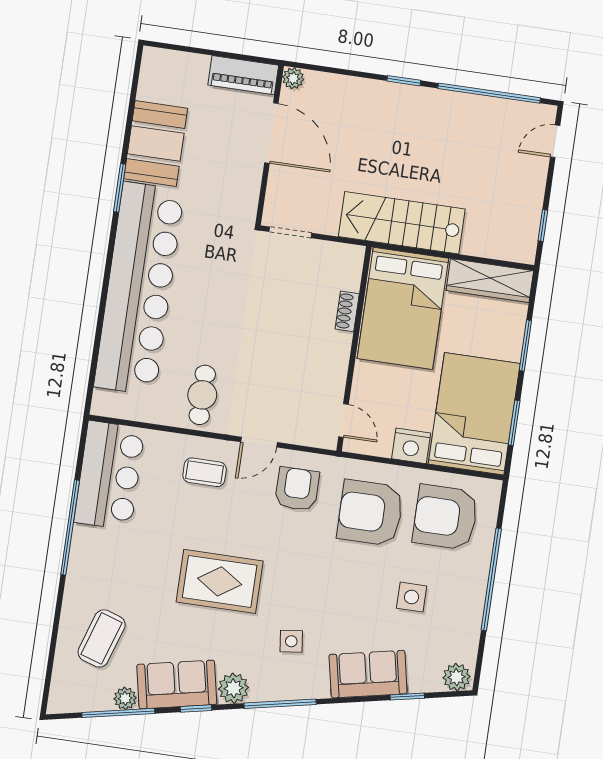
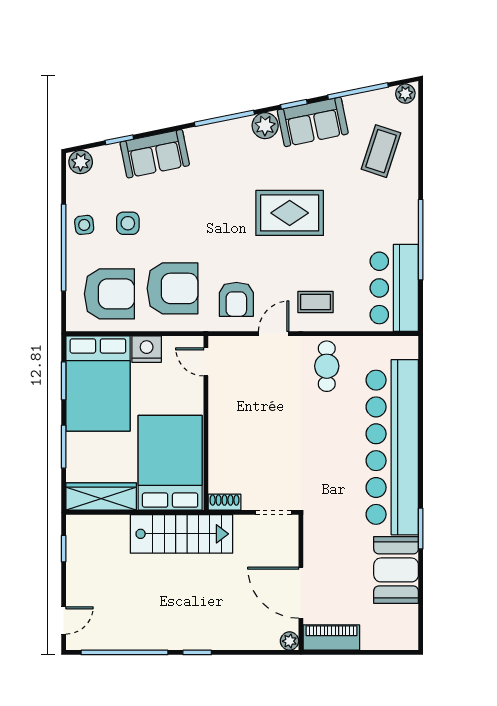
shoe rack: (347, 311) -> (224, 502), moved, turned -90
side table: (291, 641) -> (84, 225), moved
plant: (125, 698) -> (405, 94), moved

